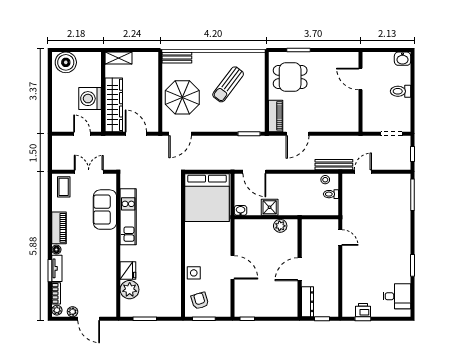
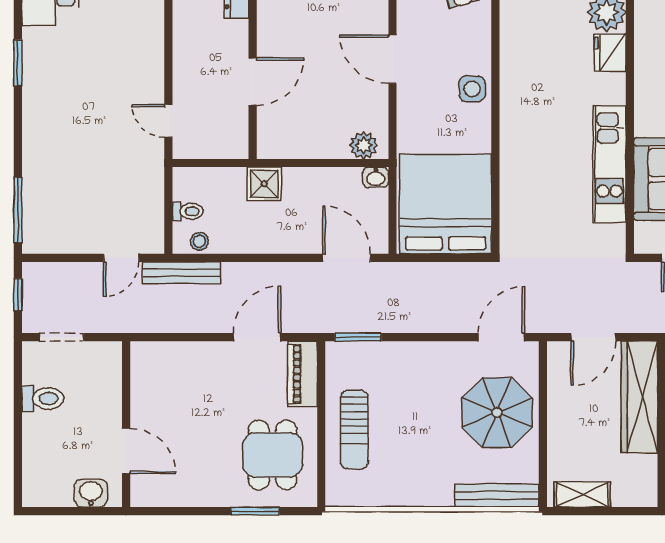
shelving: (119, 58) -> (582, 495), moved
bench: (177, 58) -> (497, 495), width x1.36
washbasin: (403, 59) -> (91, 493), moved
dining table: (290, 77) -> (273, 455), turned 90
sun lounger: (228, 84) -> (354, 430), moved, turned 143
toilet: (400, 91) -> (43, 398), moved
door: (136, 134) -> (593, 337), hinge flipped
shower: (270, 207) -> (264, 184), moved
plant: (280, 226) -> (364, 145), moved
door: (300, 269) -> (253, 82), moved
side table: (194, 273) -> (472, 89), moved

